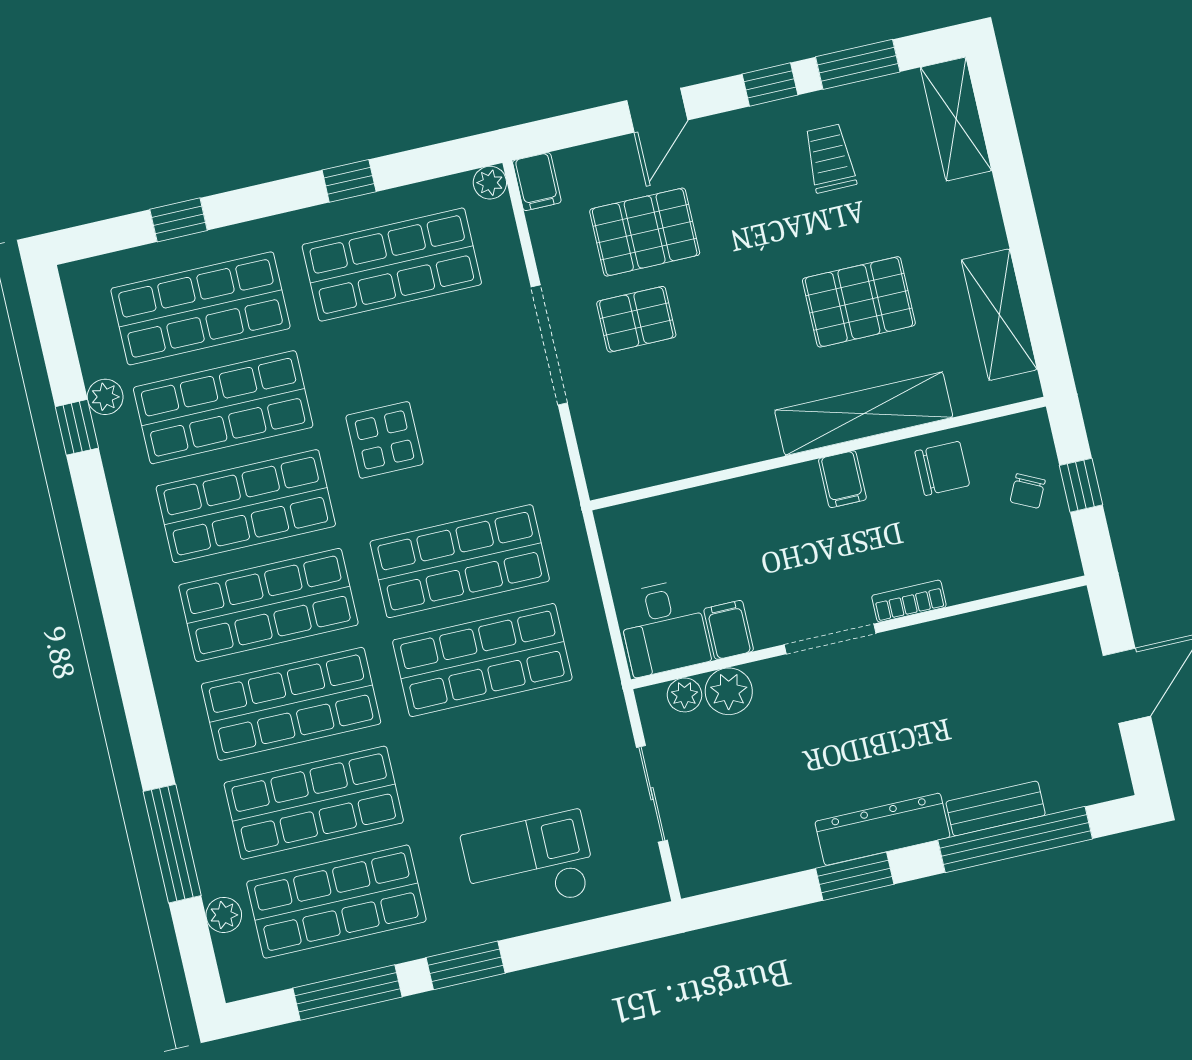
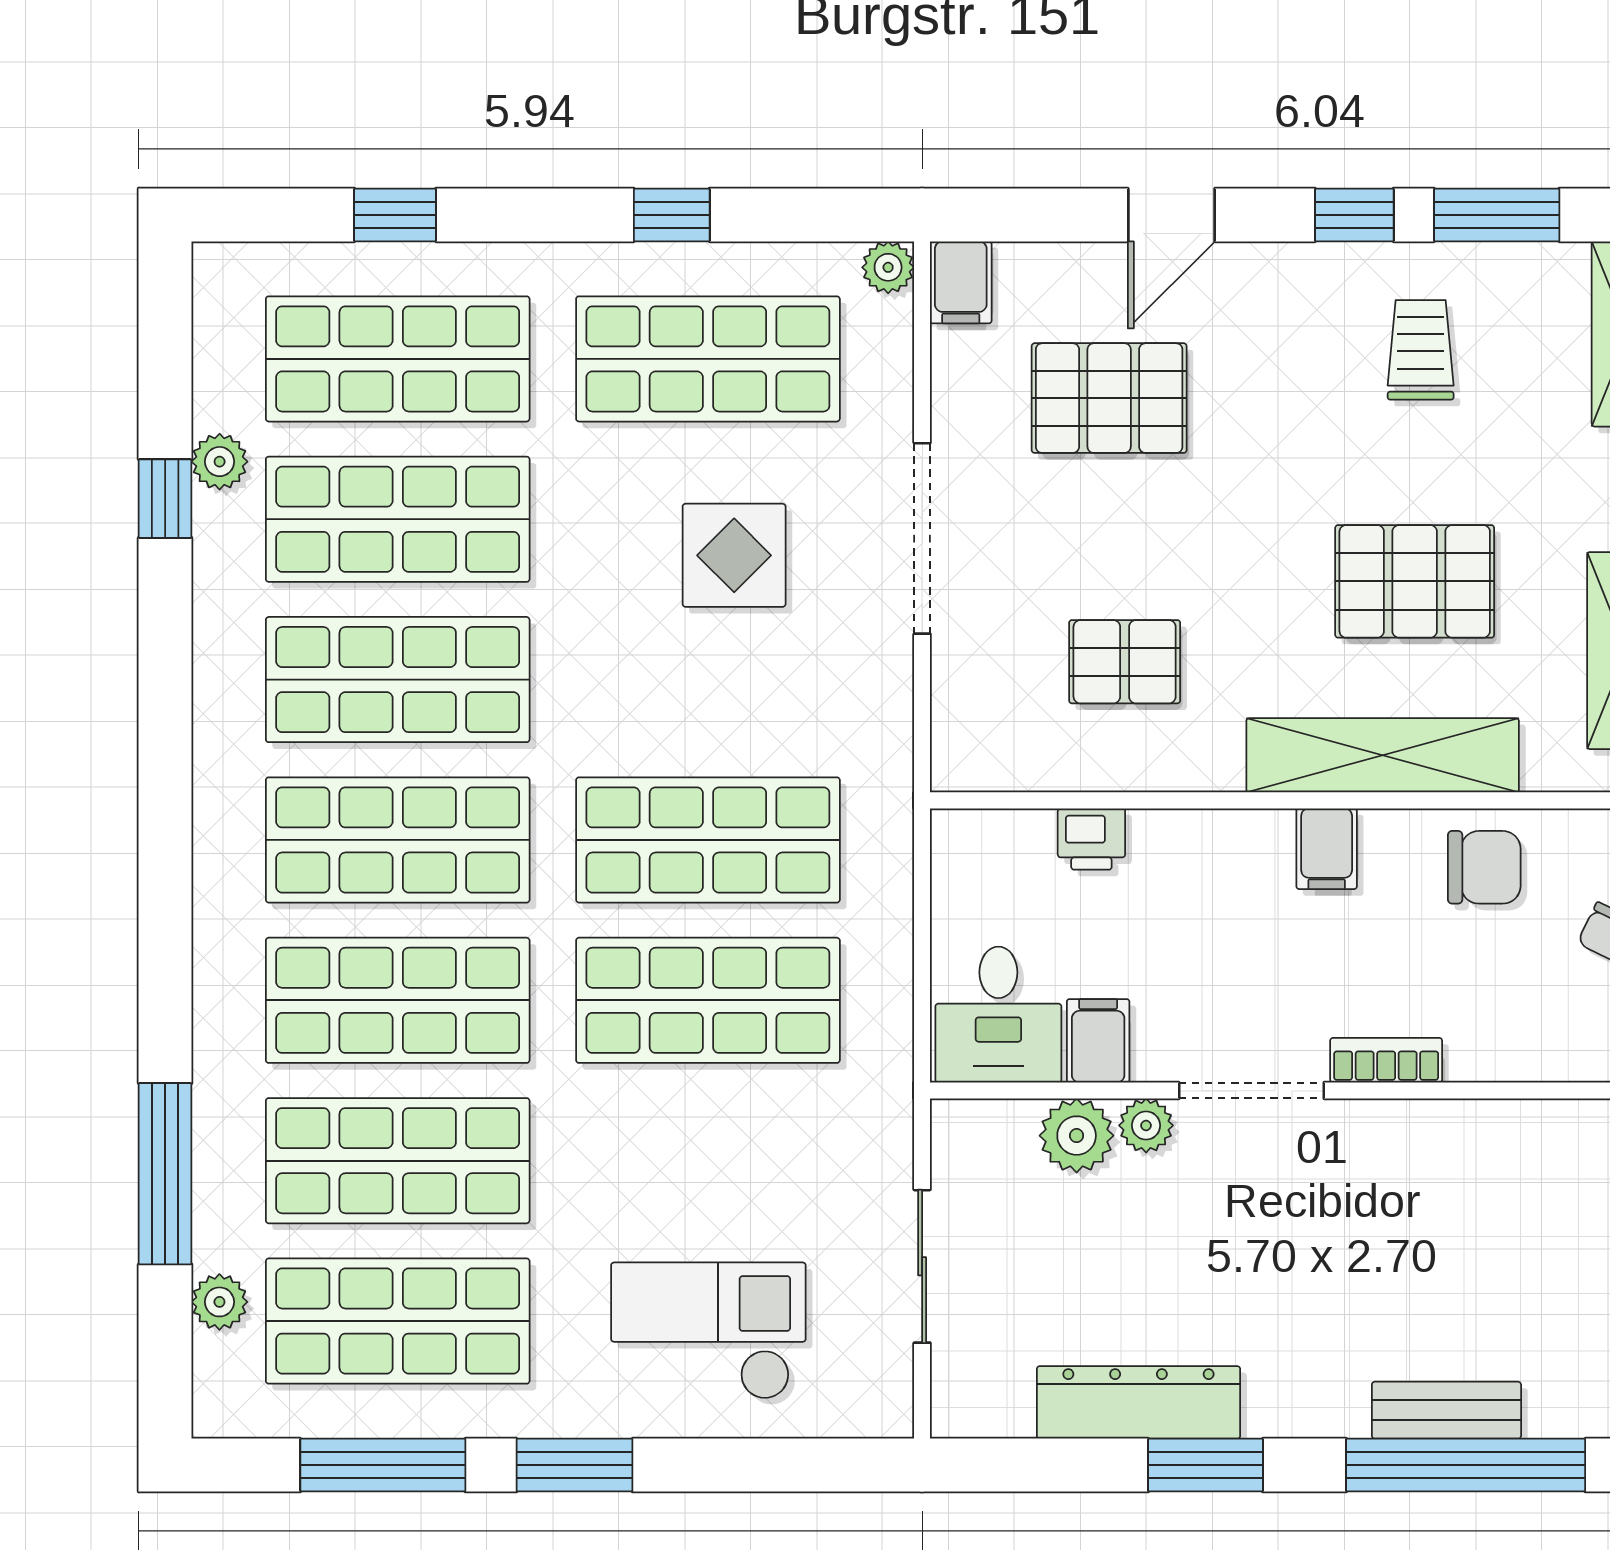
pallet: (636, 319) -> (1125, 662), moved
display table: (385, 440) -> (734, 555), moved
printer: (696, 506) -> (1091, 839), added
plant: (684, 695) -> (1146, 1125), moved
dresser: (883, 829) -> (1138, 1402), moved

